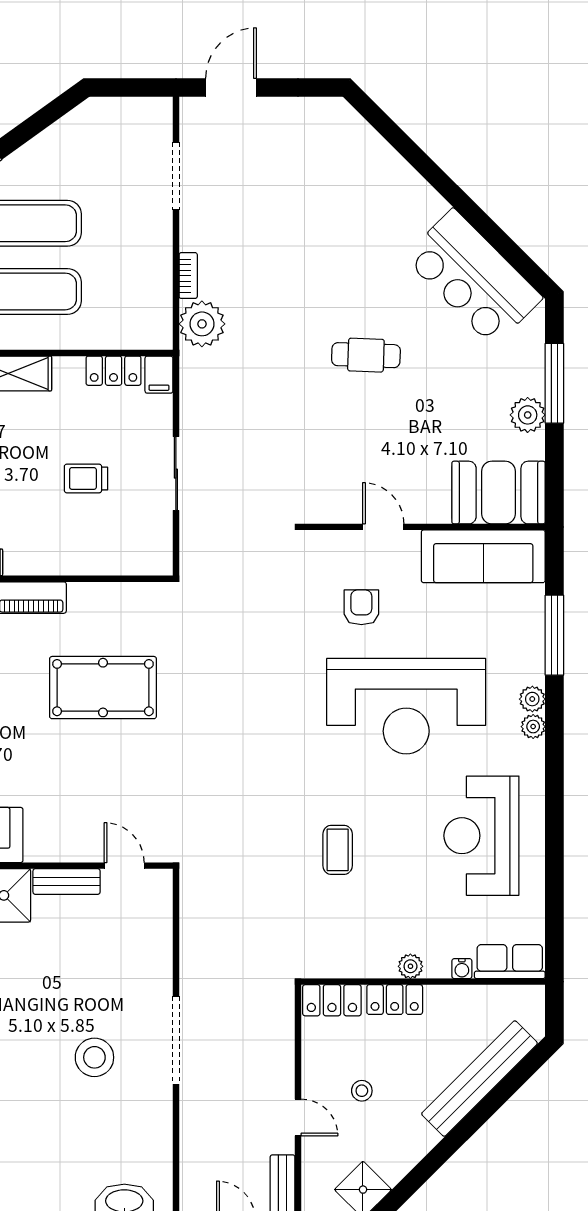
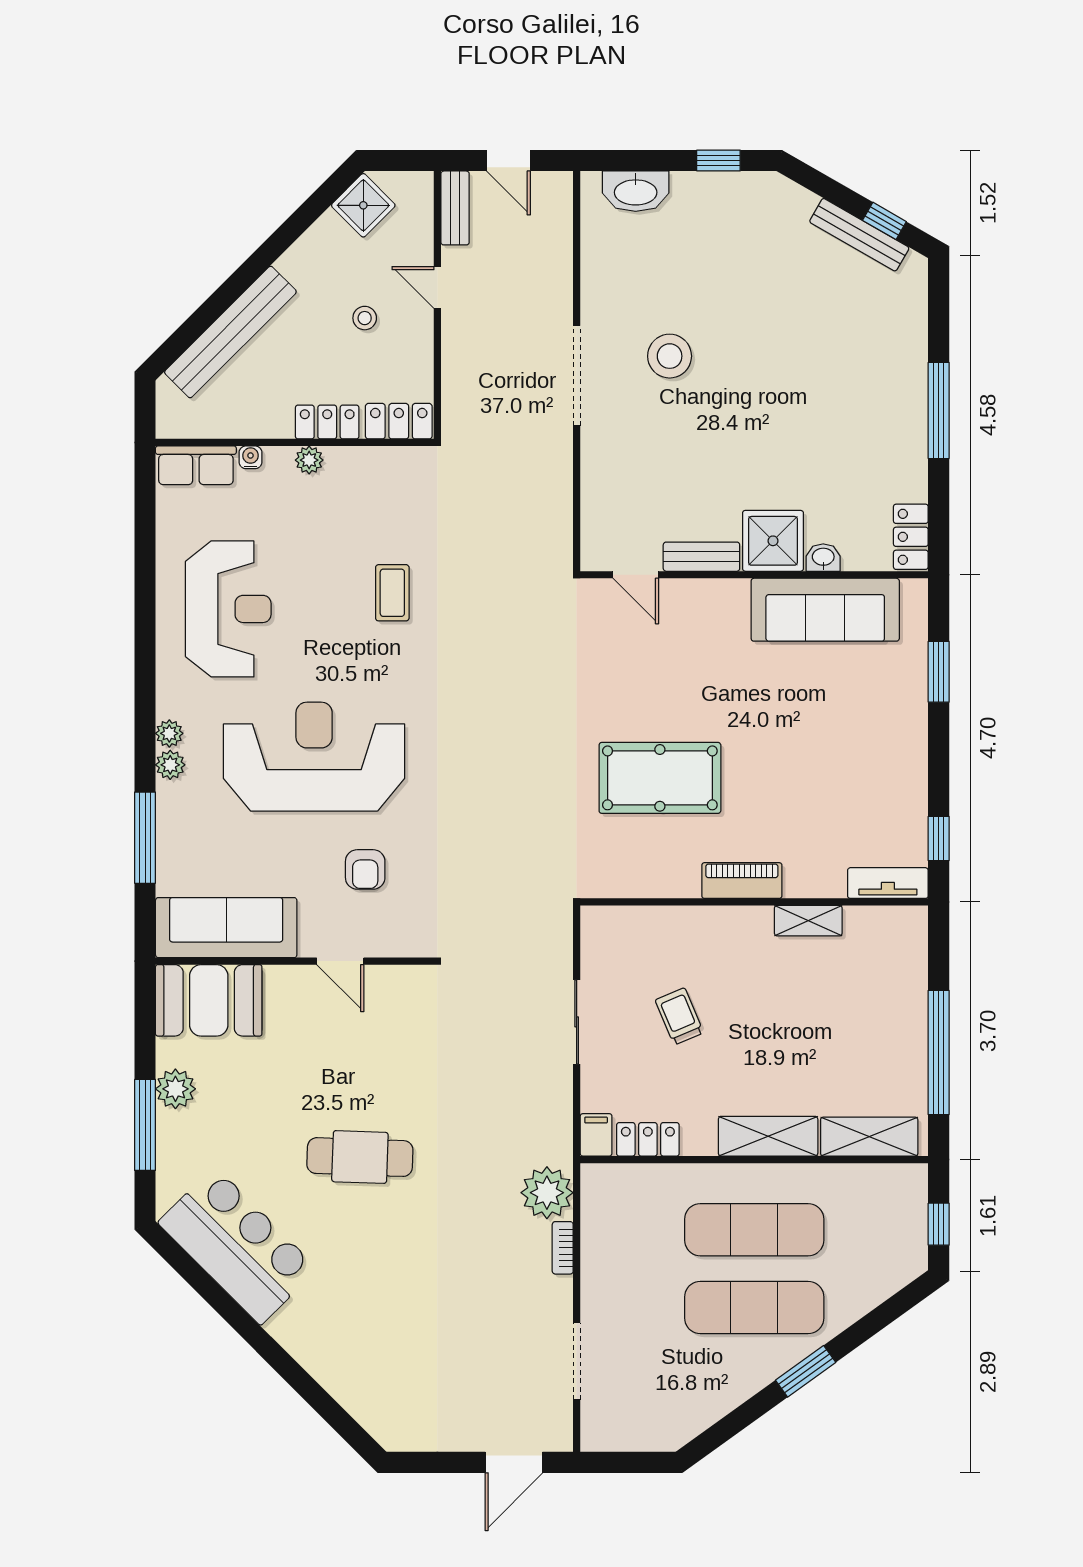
cafe table: (366, 355) -> (360, 1157), width x1.37, depth x1.35
trolley: (86, 478) -> (679, 1016), turned -113

